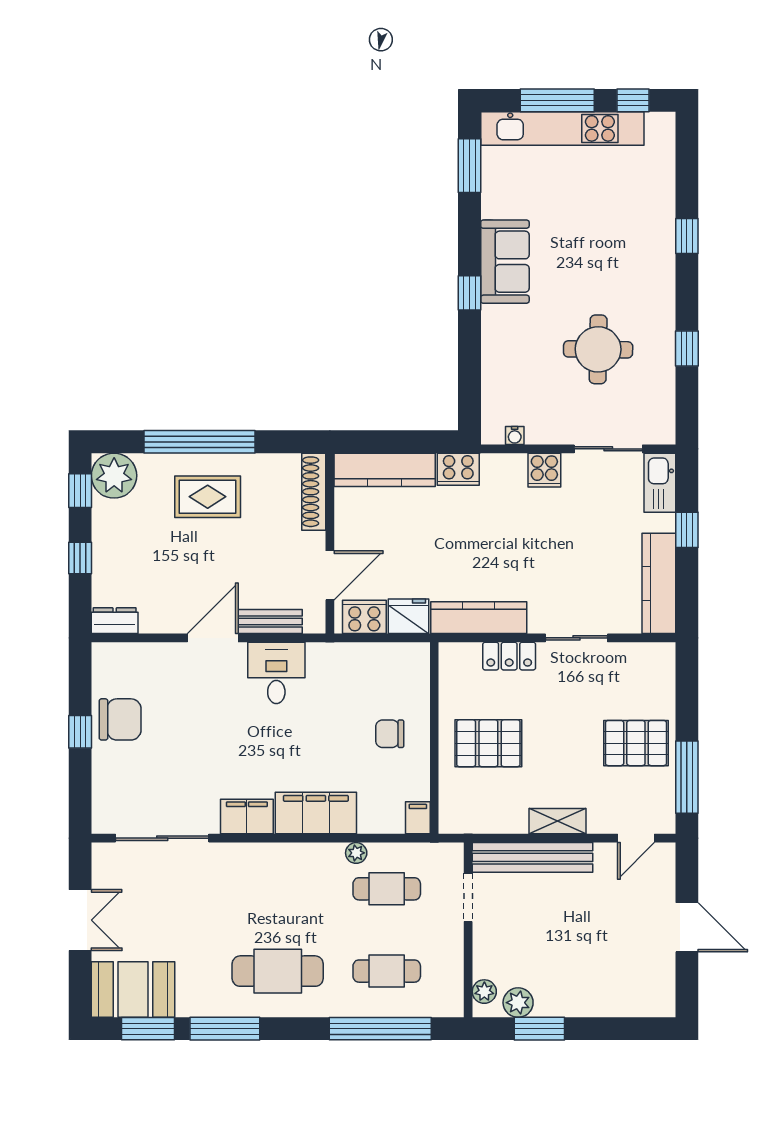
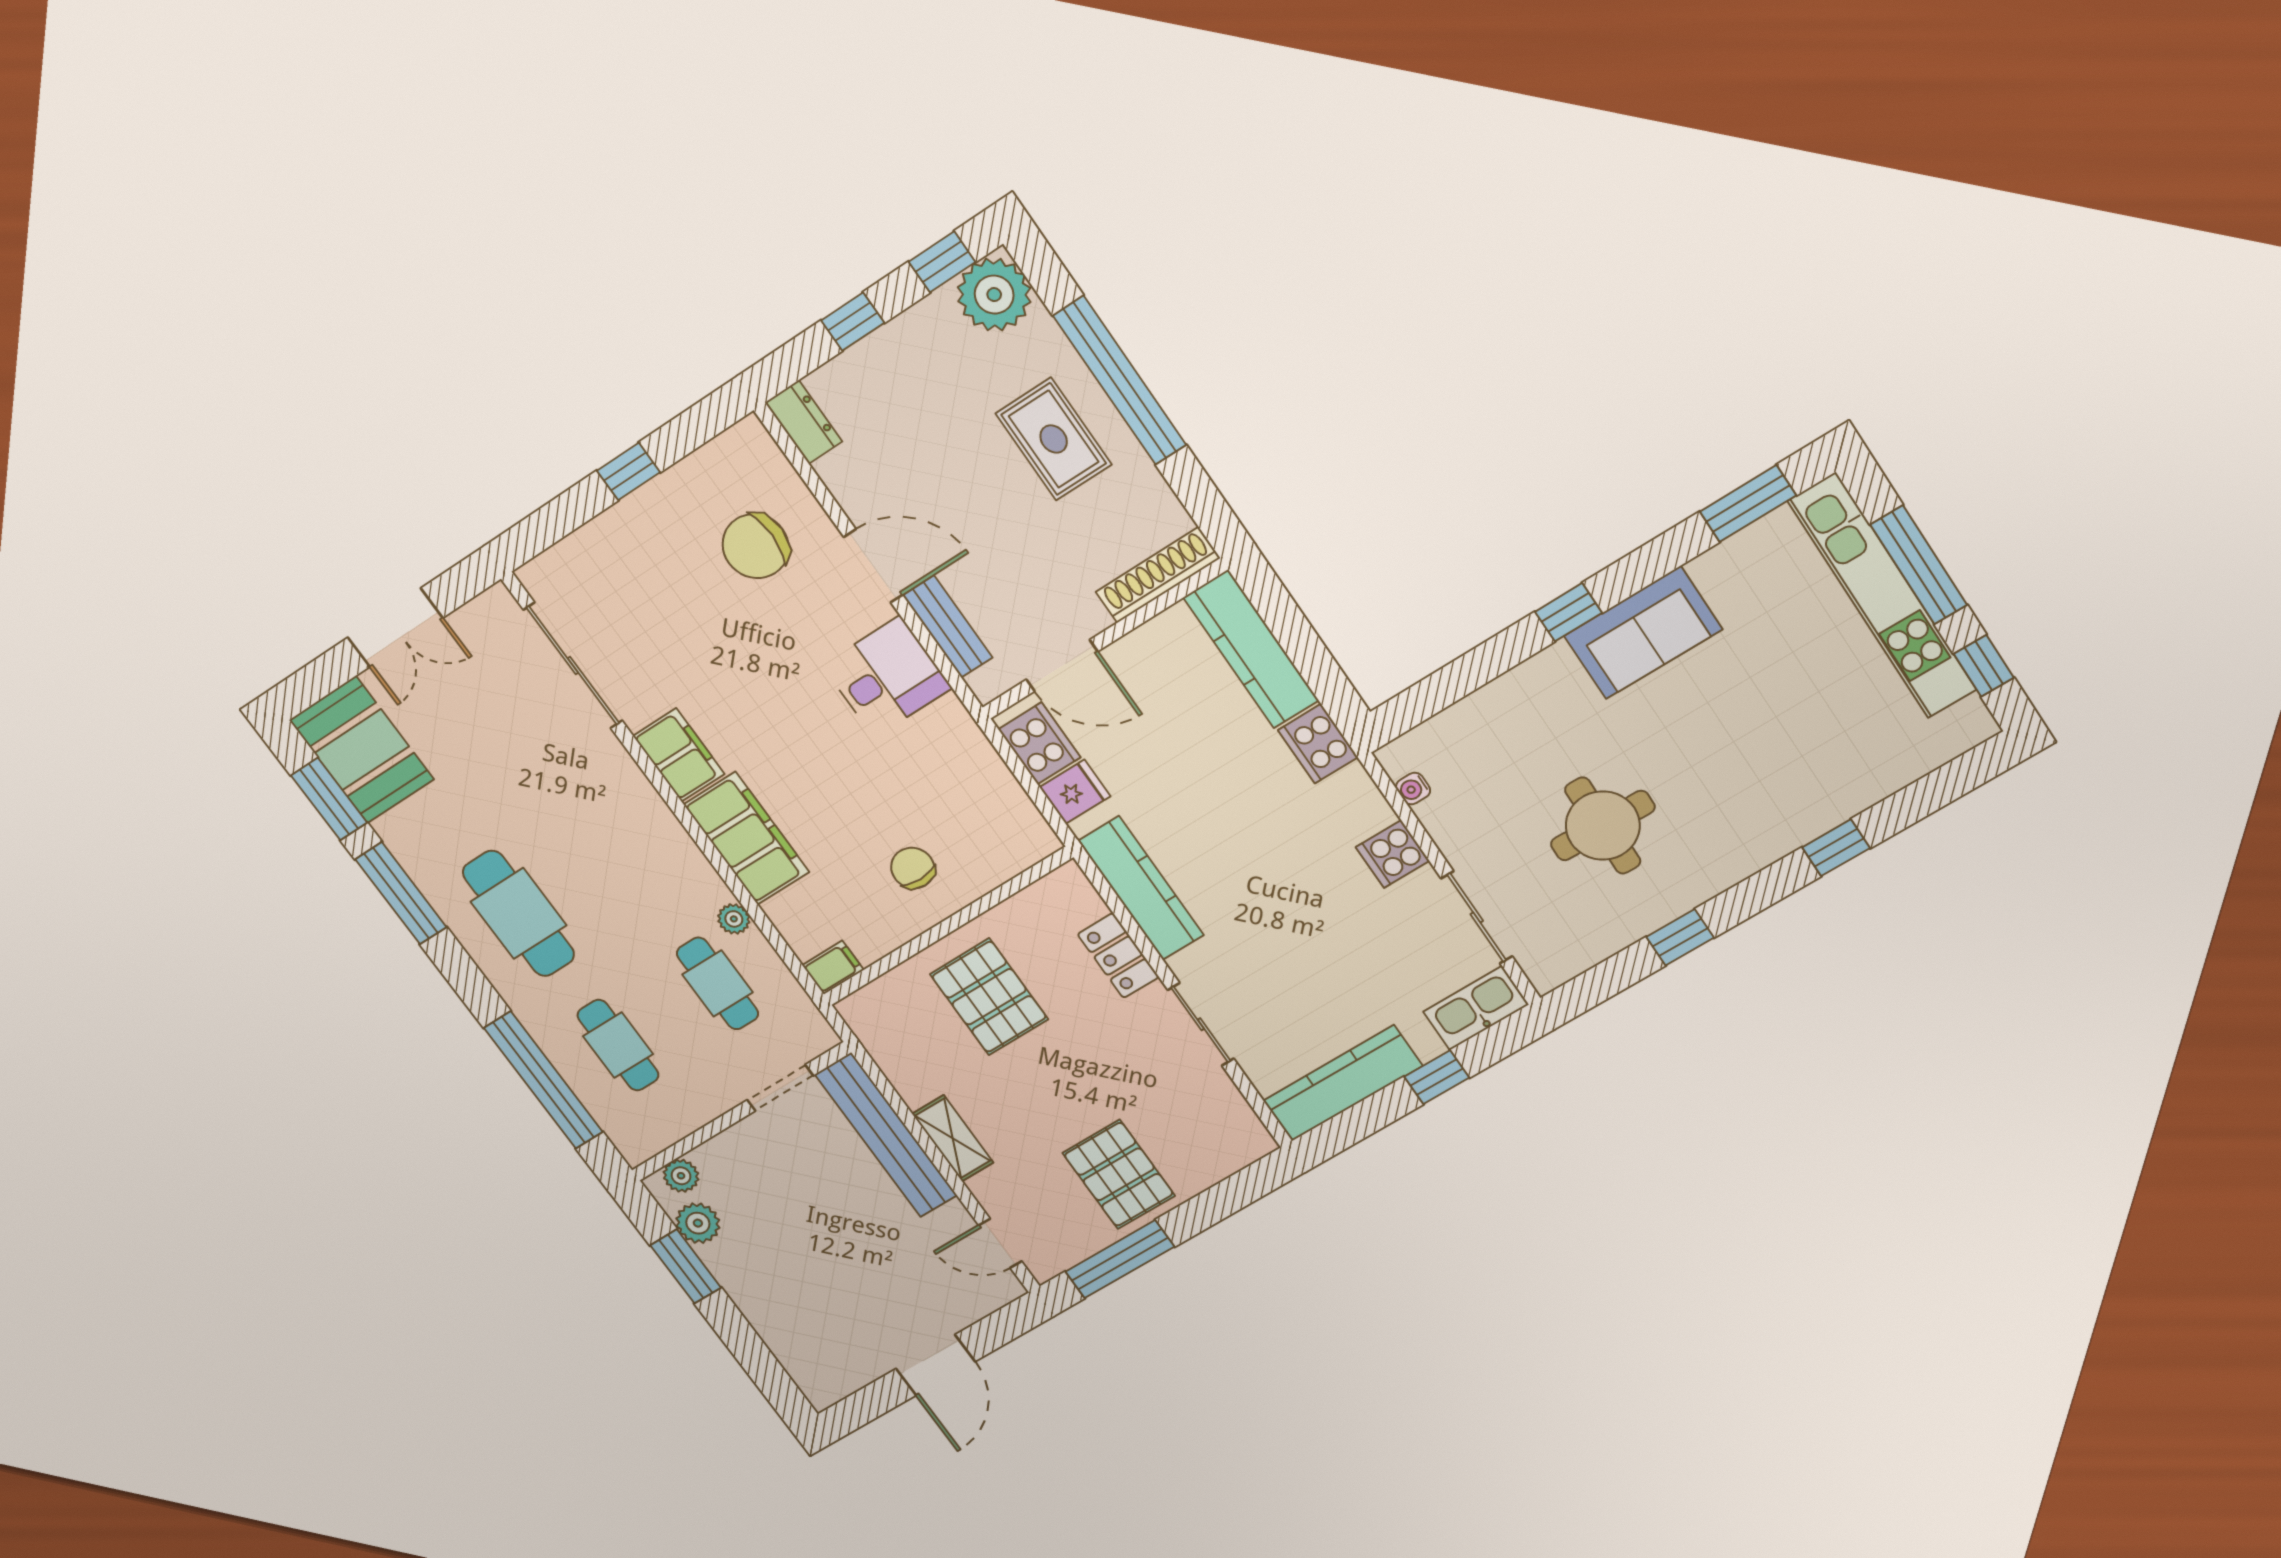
fridge: (408, 616) -> (1075, 792), width x0.72
chair: (120, 719) -> (756, 546), moved, turned 90

